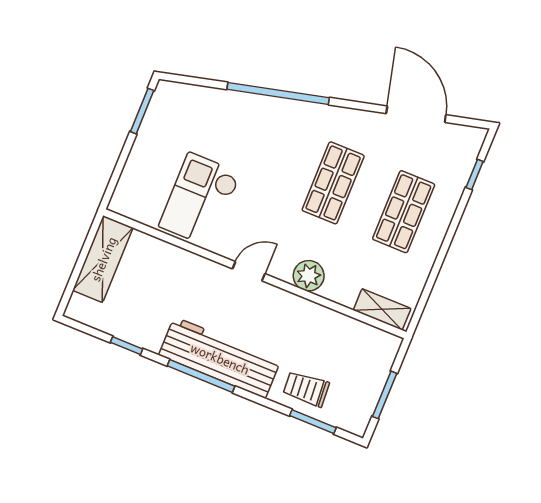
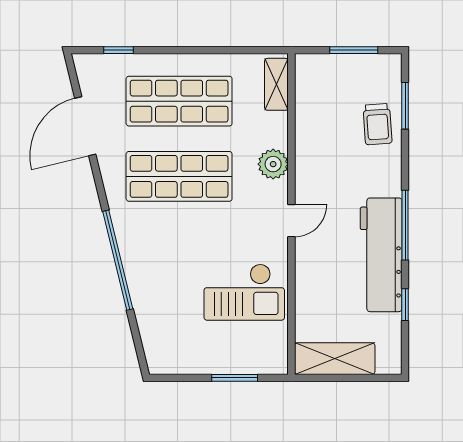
window: (142, 111) -> (235, 378), moved
shop shelf: (333, 183) -> (179, 176), width x1.43, depth x1.36
shop shelf: (404, 212) -> (179, 101), width x1.43, depth x1.36
door: (249, 271) -> (291, 221), swing flipped
workbench: (220, 358) -> (381, 255), moved

